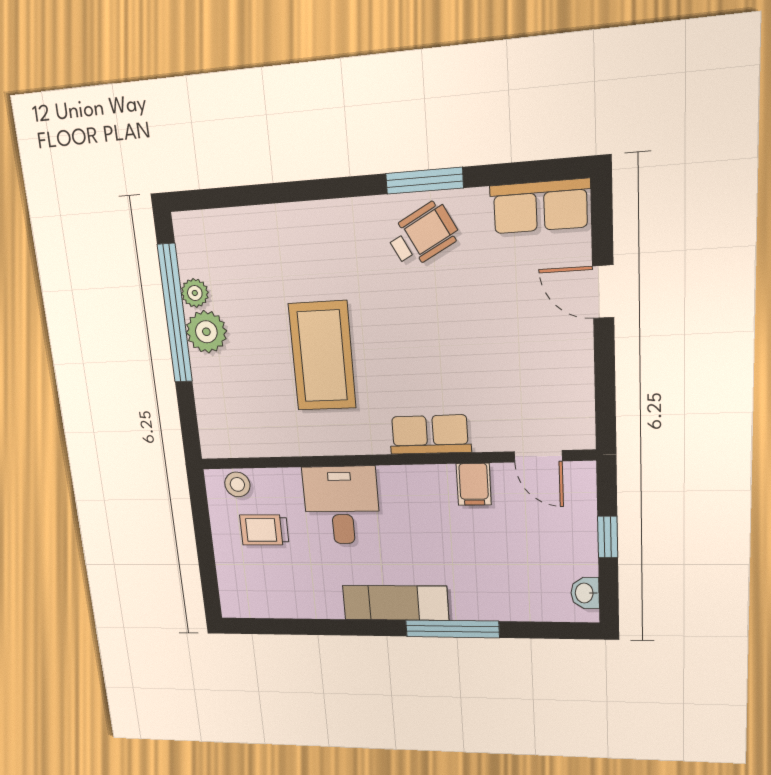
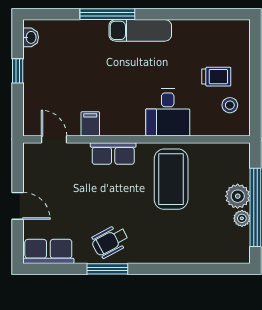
row of seats: (430, 435) -> (113, 153), moved
door: (538, 456) -> (54, 139), moved
wall: (391, 460) -> (136, 139), moved
filing cabinet: (474, 484) -> (90, 124), moved
desk: (341, 505) -> (168, 113), moved

